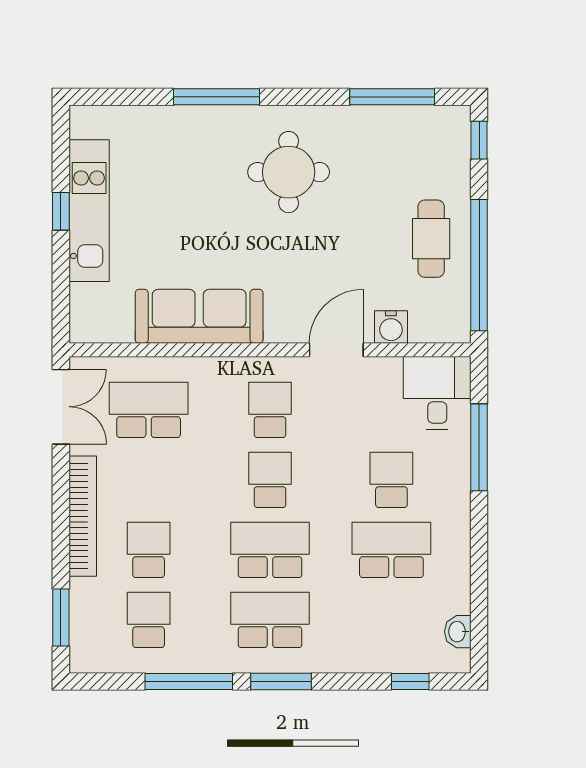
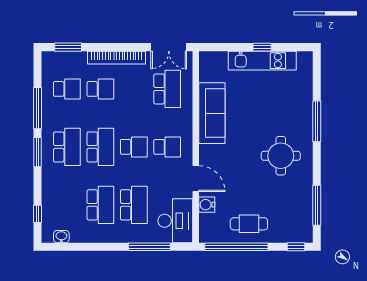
desk: (437, 393) -> (175, 221), width x1.37
school desk: (391, 480) -> (134, 205), width x1.85

